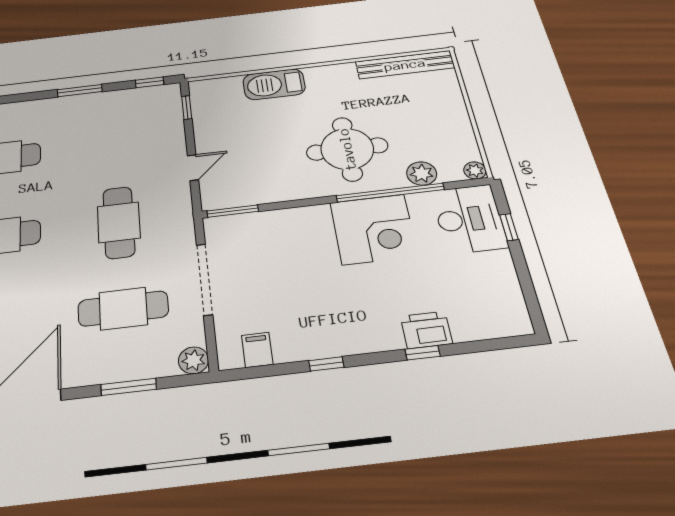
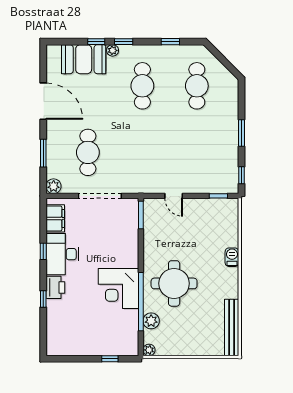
barbecue: (274, 84) -> (232, 257), width x0.53, depth x0.65
desk: (469, 219) -> (62, 254), moved, turned 90
cafe table: (119, 222) -> (142, 152), removed
printer: (426, 330) -> (55, 287), moved
filing cabinet: (257, 350) -> (55, 218), width x2.00

